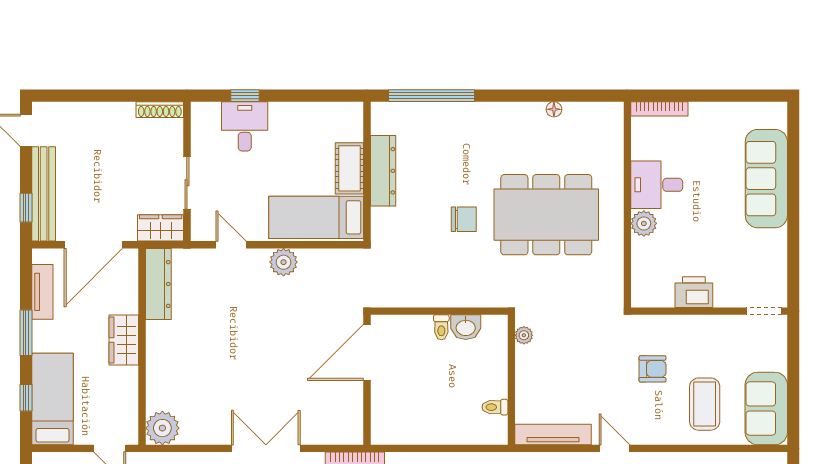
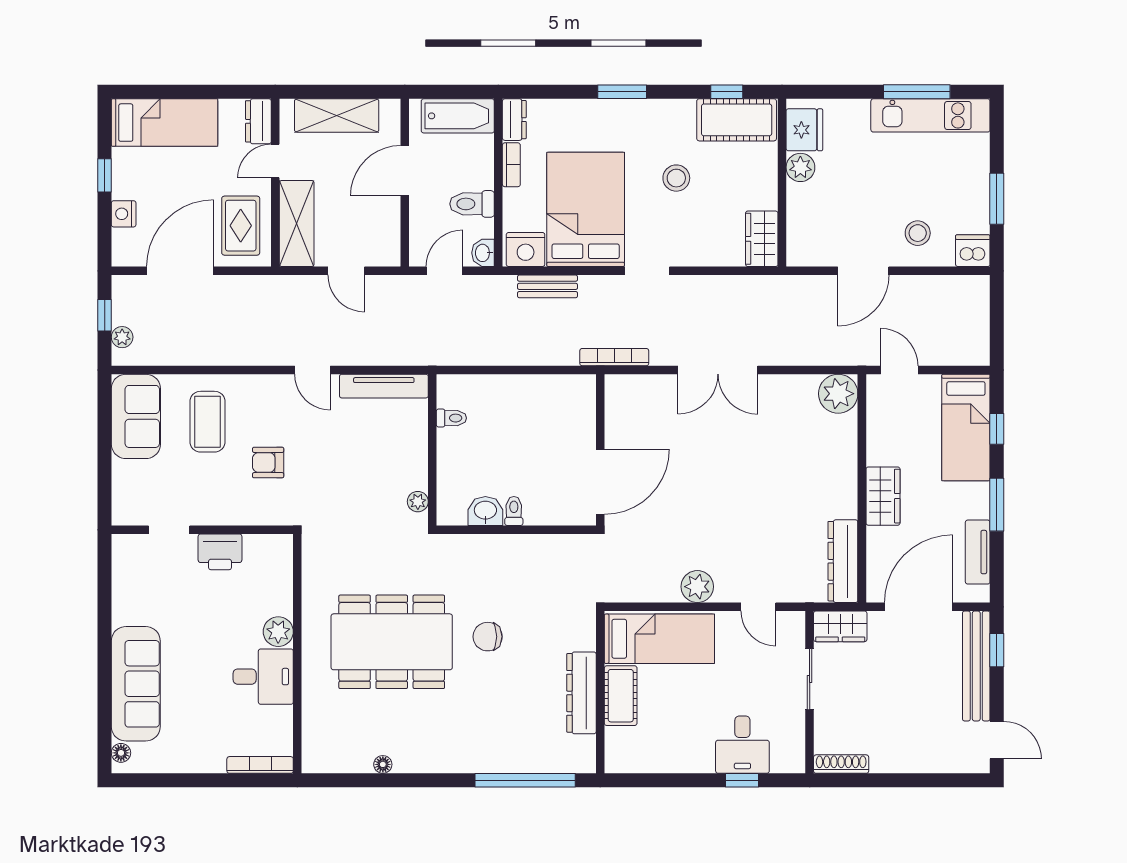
floor lamp: (779, 119) -> (121, 753), added
doorway: (764, 311) -> (169, 530), moved

